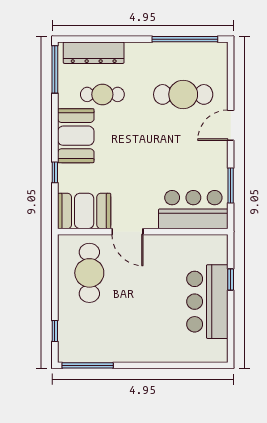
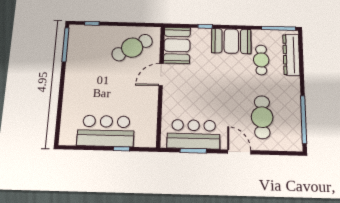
bar counter: (193, 210) -> (193, 134), moved, turned -90
cafe table: (89, 273) -> (132, 48), turned -30

